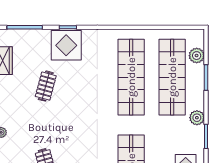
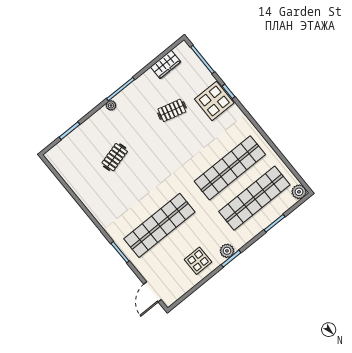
plant: (197, 56) -> (299, 192), moved
plant: (197, 118) -> (227, 251), moved

